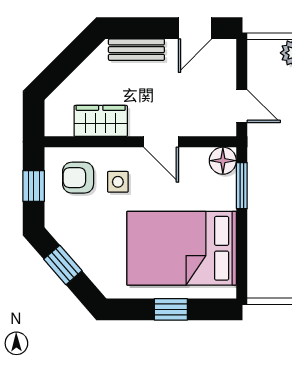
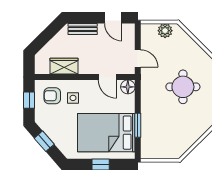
door: (195, 28) -> (113, 18), hinge flipped
door: (161, 142) -> (107, 77), moved
window: (242, 186) -> (138, 125), moved

